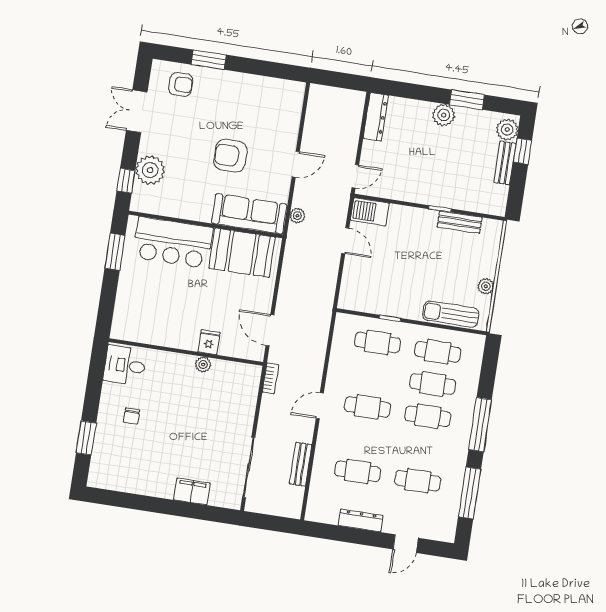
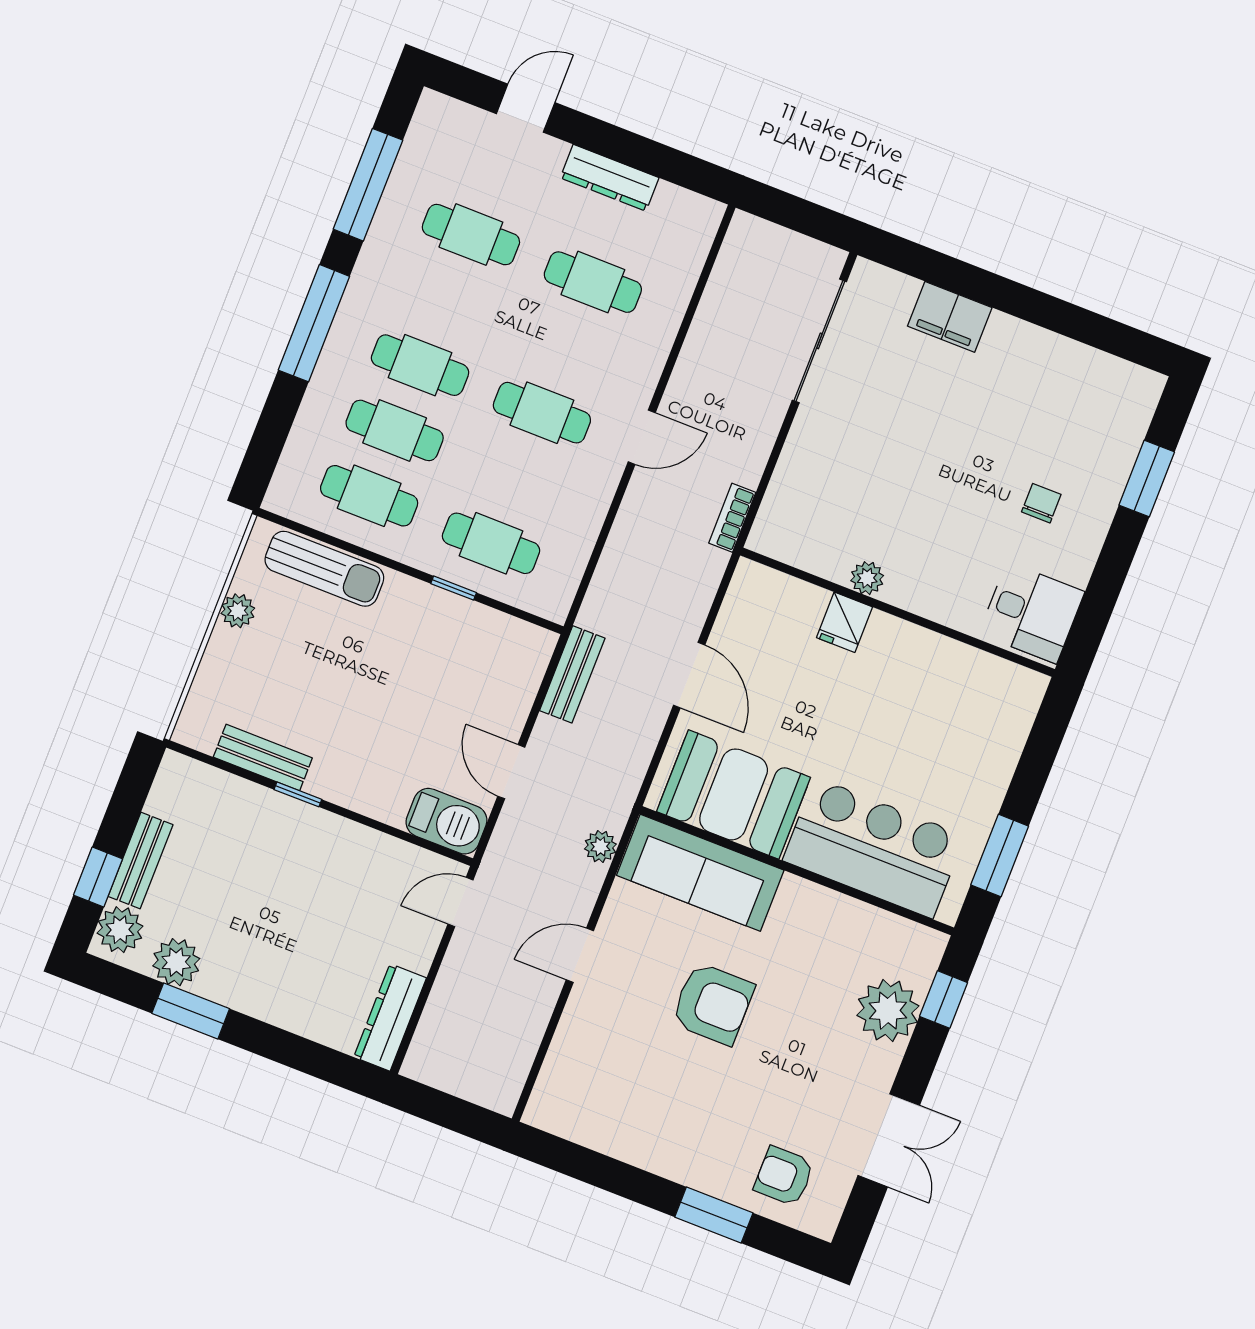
plant: (444, 115) -> (176, 962), moved
door: (270, 330) -> (689, 675), moved
bench: (301, 464) -> (572, 674), moved

